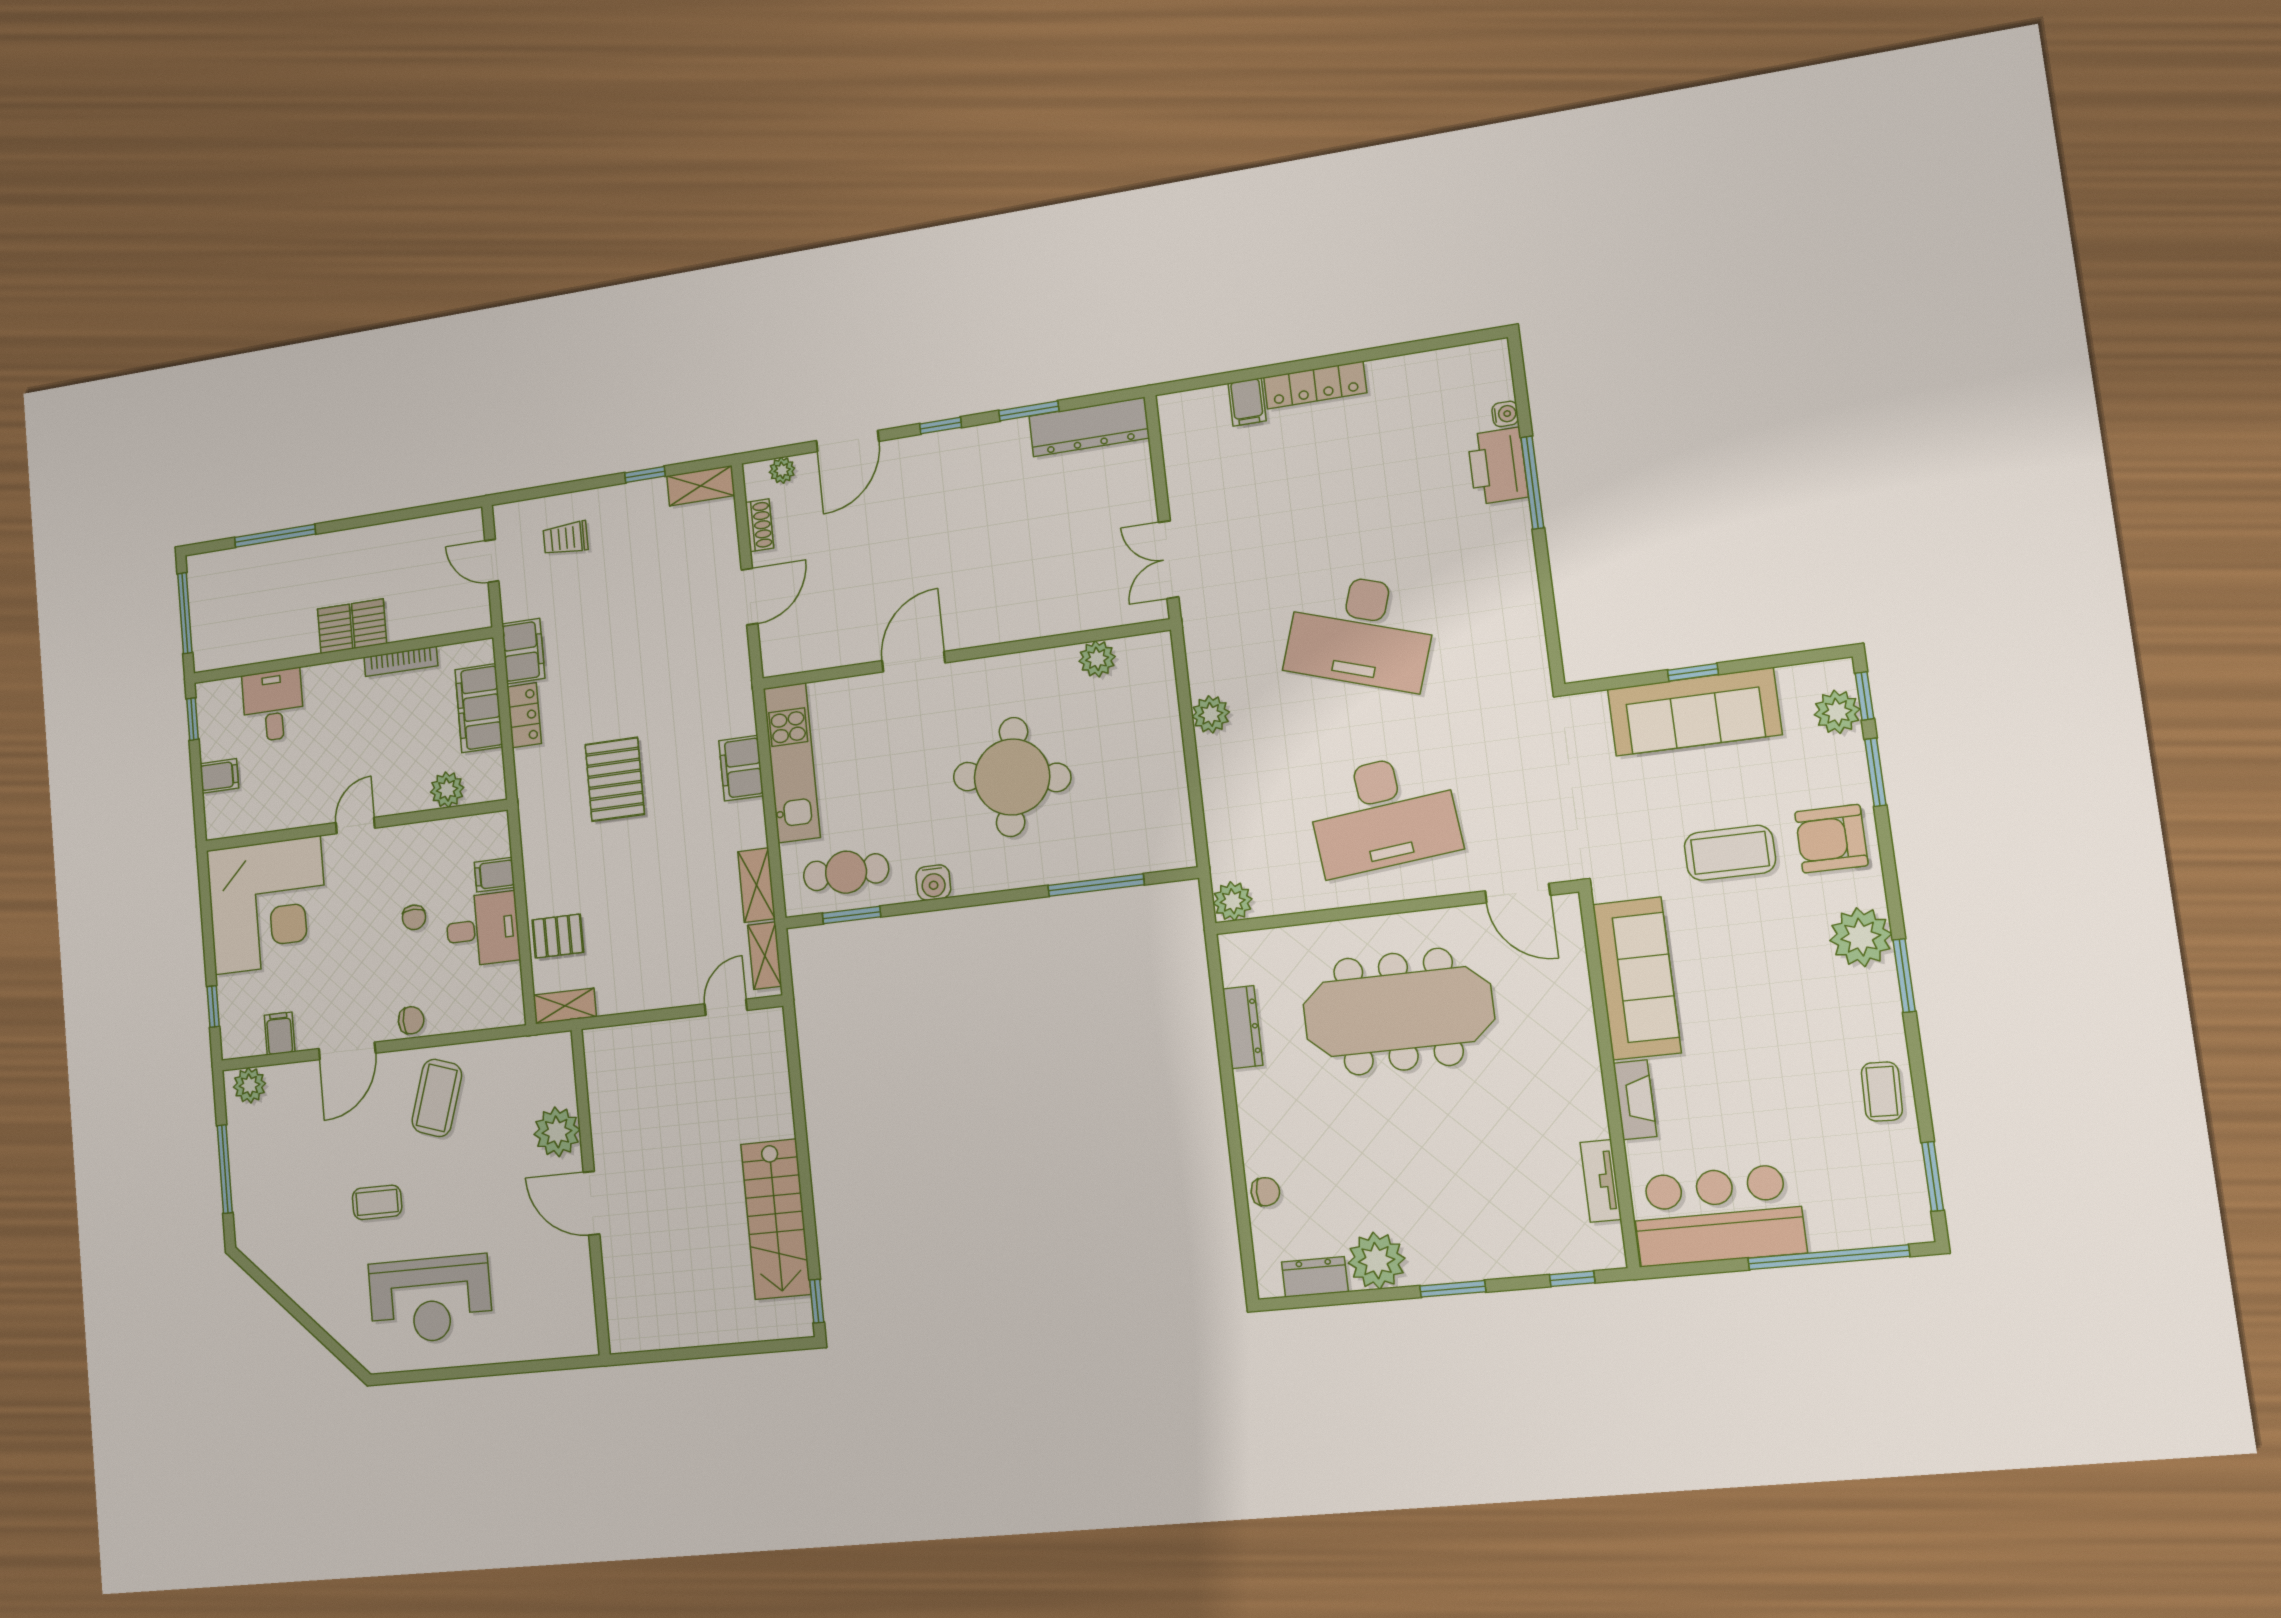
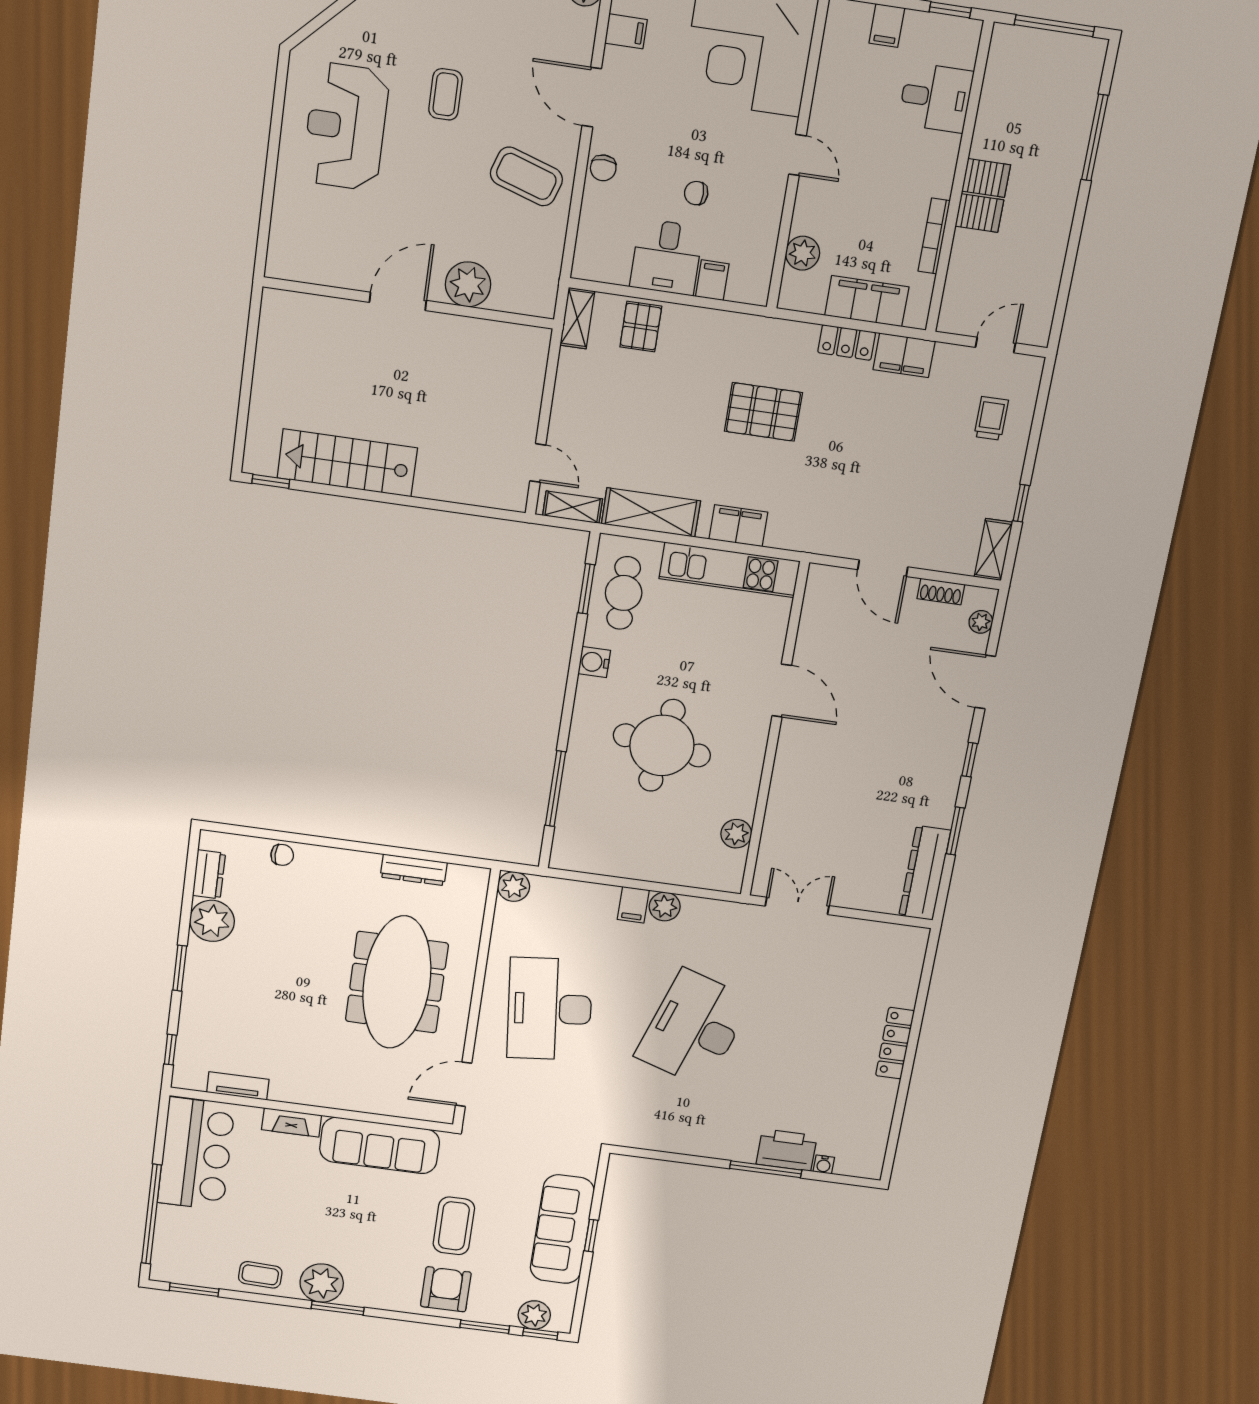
filing cabinet: (1247, 402) -> (633, 905), moved, turned -90
shelving: (756, 885) -> (651, 512), width x1.50, depth x1.33
plant: (1861, 937) -> (322, 1283), moved
chair: (1265, 1192) -> (282, 855), turned -90

